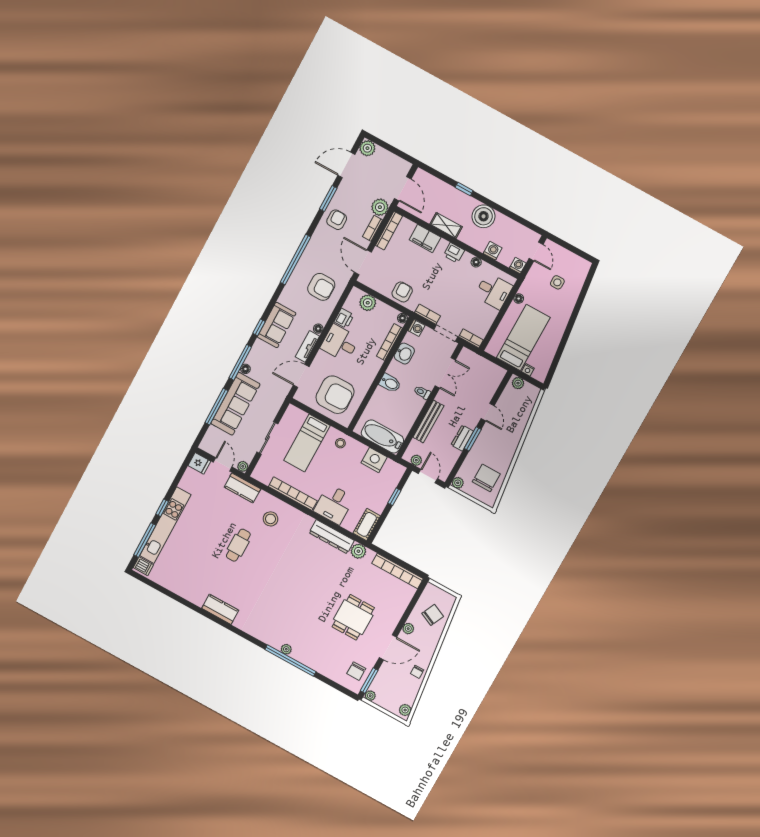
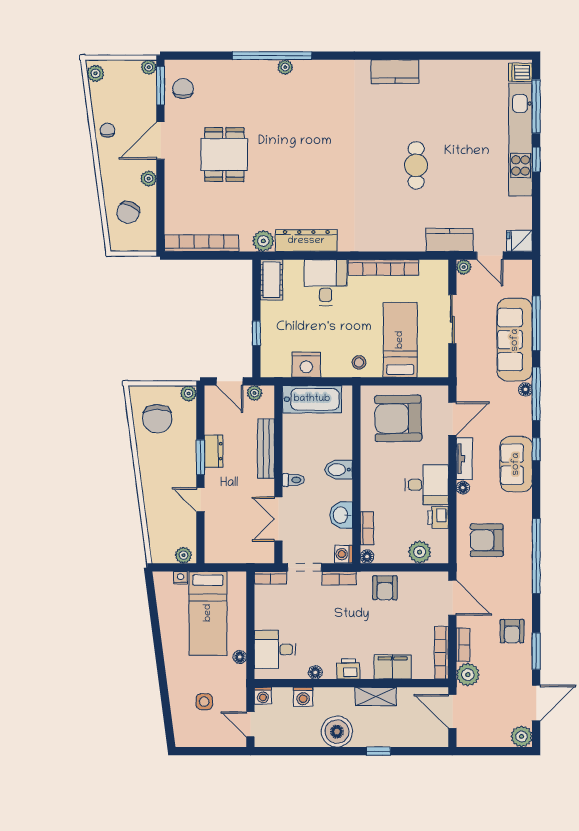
bookcase: (389, 342) -> (367, 528), width x0.64
stool: (270, 519) -> (394, 221), removed

